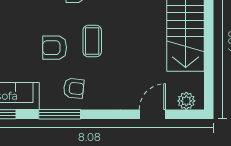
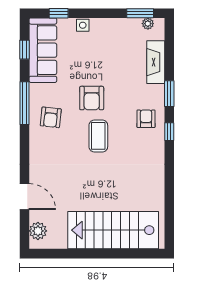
coffee table: (92, 41) -> (98, 136), turned 90
armchair: (55, 48) -> (92, 98), turned 180

